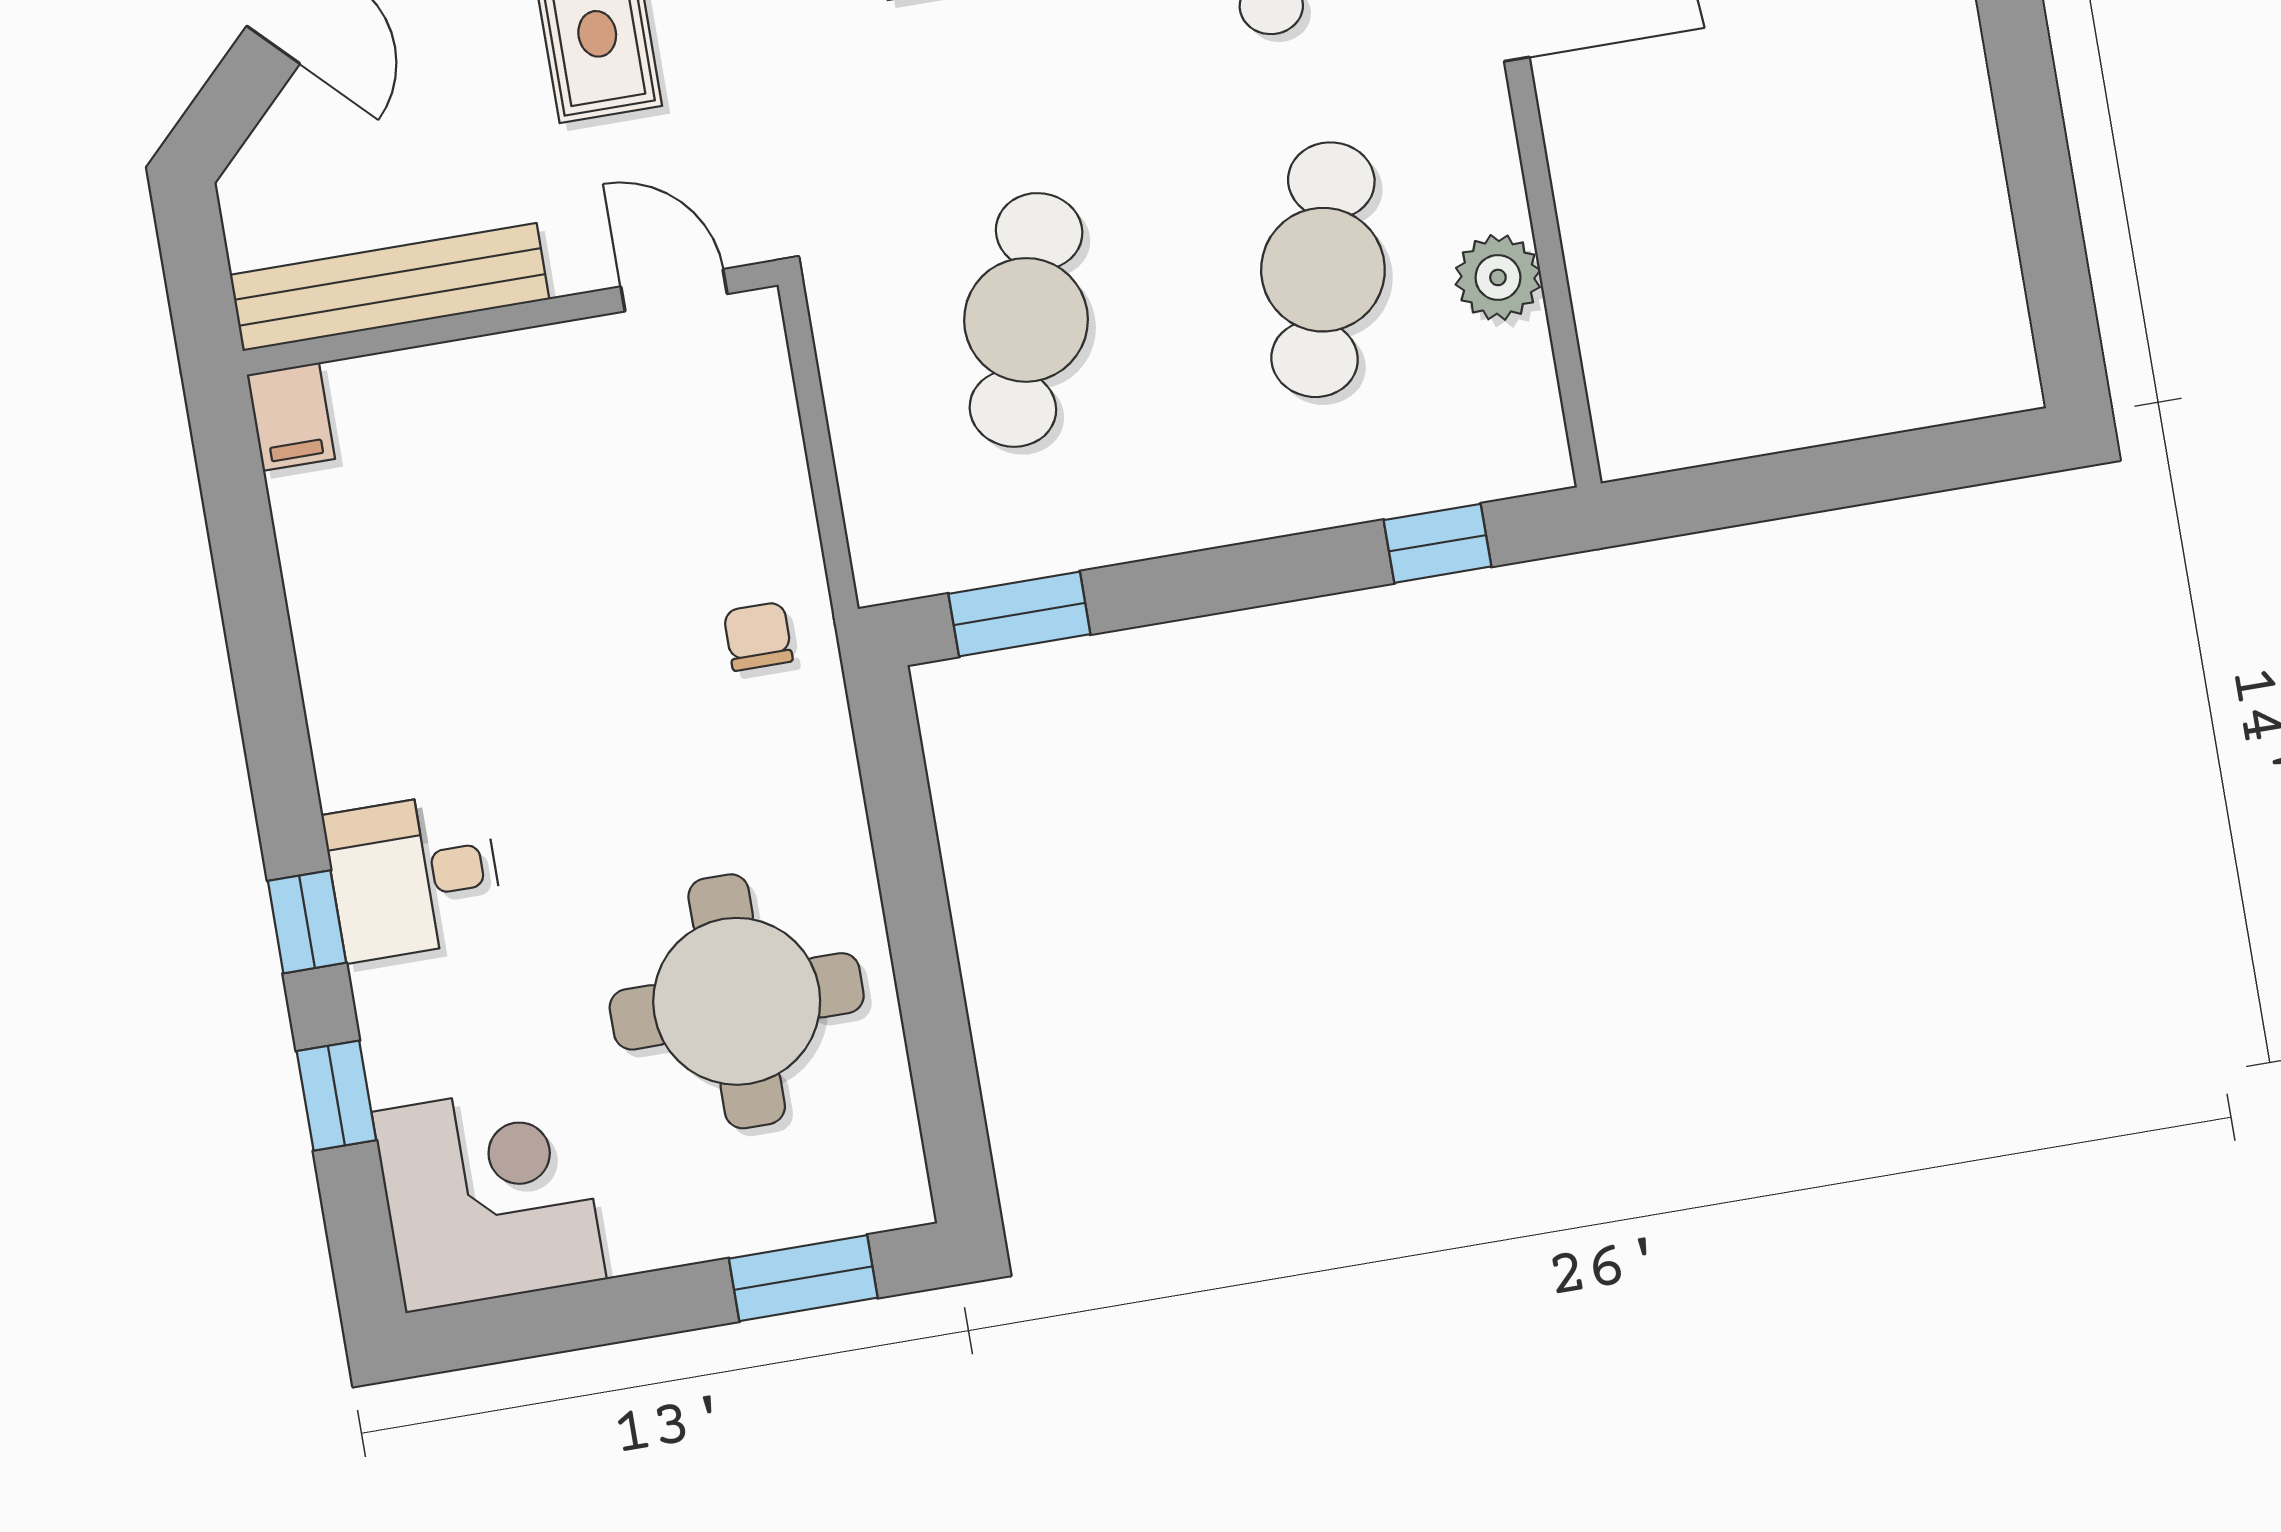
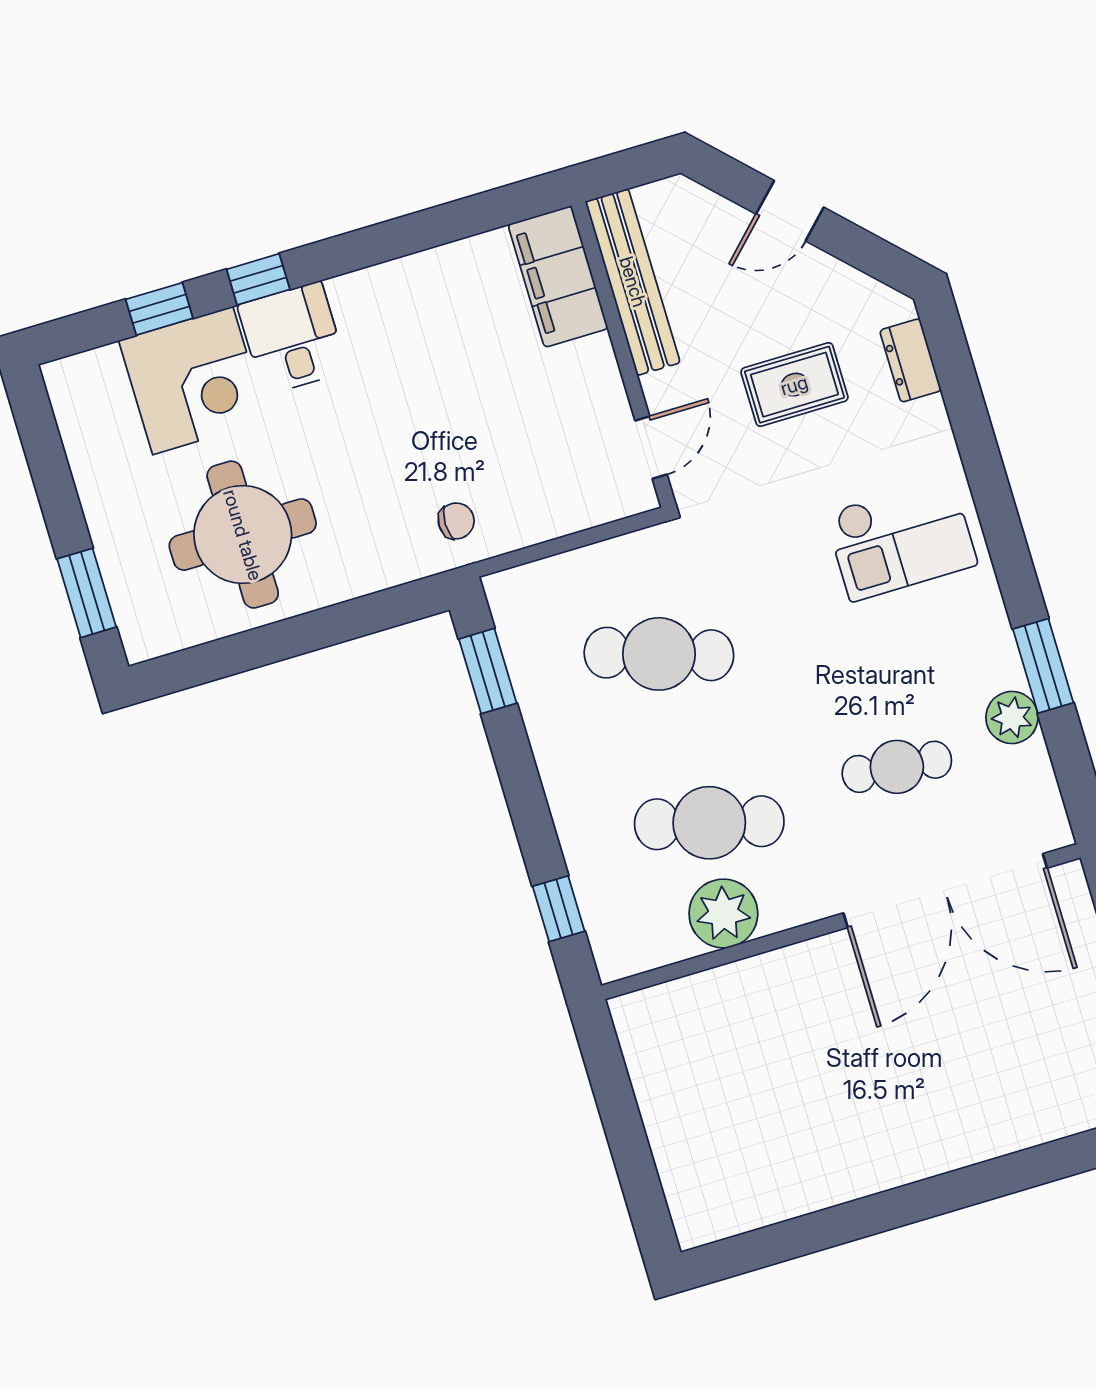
plant: (1498, 277) -> (723, 914), width x1.36, depth x1.36
filing cabinet: (291, 417) -> (558, 276), width x3.00, depth x1.17
corner desk: (489, 1196) -> (193, 381), moved

